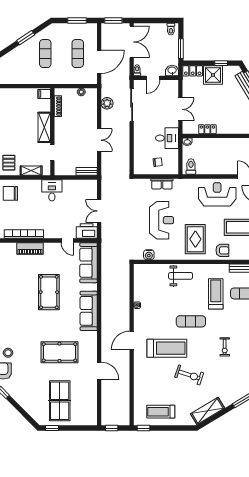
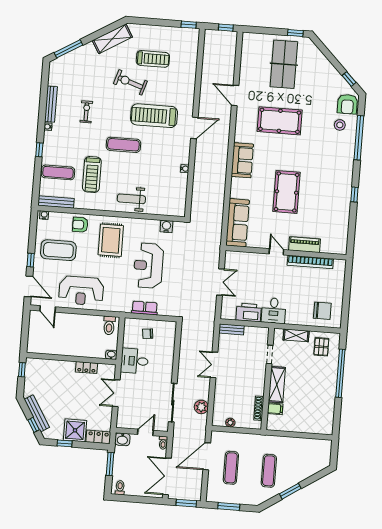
filing cabinet: (44, 94) -> (275, 409), moved
printer: (87, 231) -> (249, 312), moved, turned 180
door: (67, 241) -> (276, 252), moved
sofa: (89, 311) -> (242, 160), width x0.73
treadmill: (161, 412) -> (153, 59), moved

